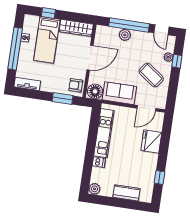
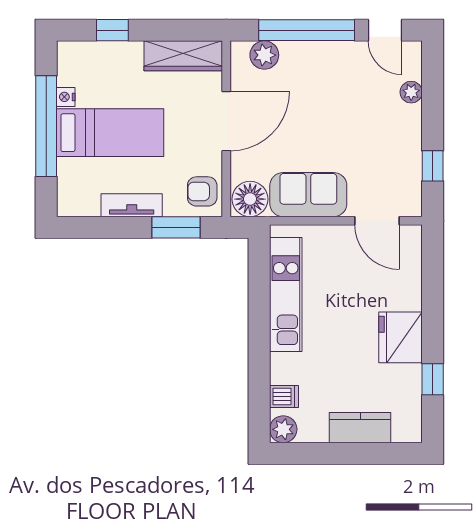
plant: (125, 35) -> (264, 55), moved
bed: (47, 40) -> (110, 133), moved, turned -90
window: (177, 61) -> (433, 166), moved
coffee table: (151, 75) -> (377, 141), removed
tv unit: (27, 84) -> (132, 205), moved
door: (146, 108) -> (377, 221), hinge flipped
fridge: (151, 141) -> (401, 337), moved
dishwasher: (99, 162) -> (284, 397), moved

